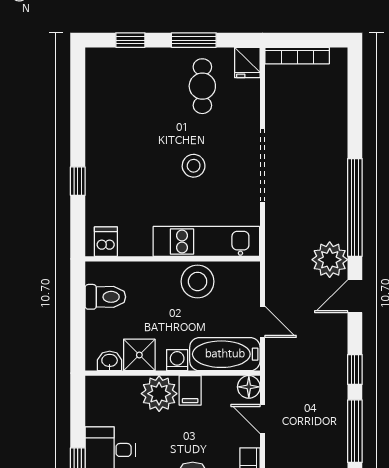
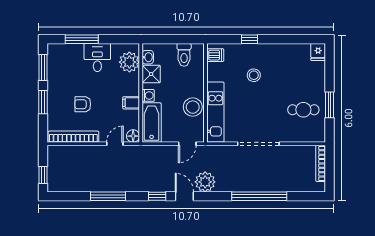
window: (130, 40) -> (329, 69), removed
fridge: (247, 63) -> (318, 52), moved, turned -90
stool: (194, 166) -> (254, 75), moved
window: (355, 207) -> (259, 196), moved
door: (263, 322) -> (187, 144), moved
window: (355, 369) -> (157, 196), moved
plant: (159, 394) -> (129, 62), moved

